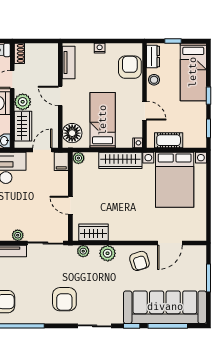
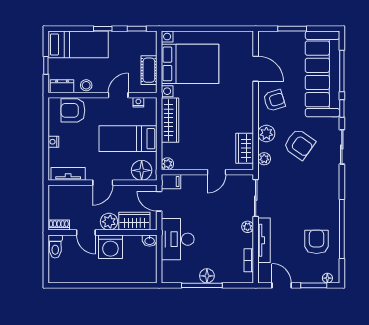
nightstand: (138, 143) -> (138, 102), moved
armchair: (64, 299) -> (299, 144), moved, turned 35

